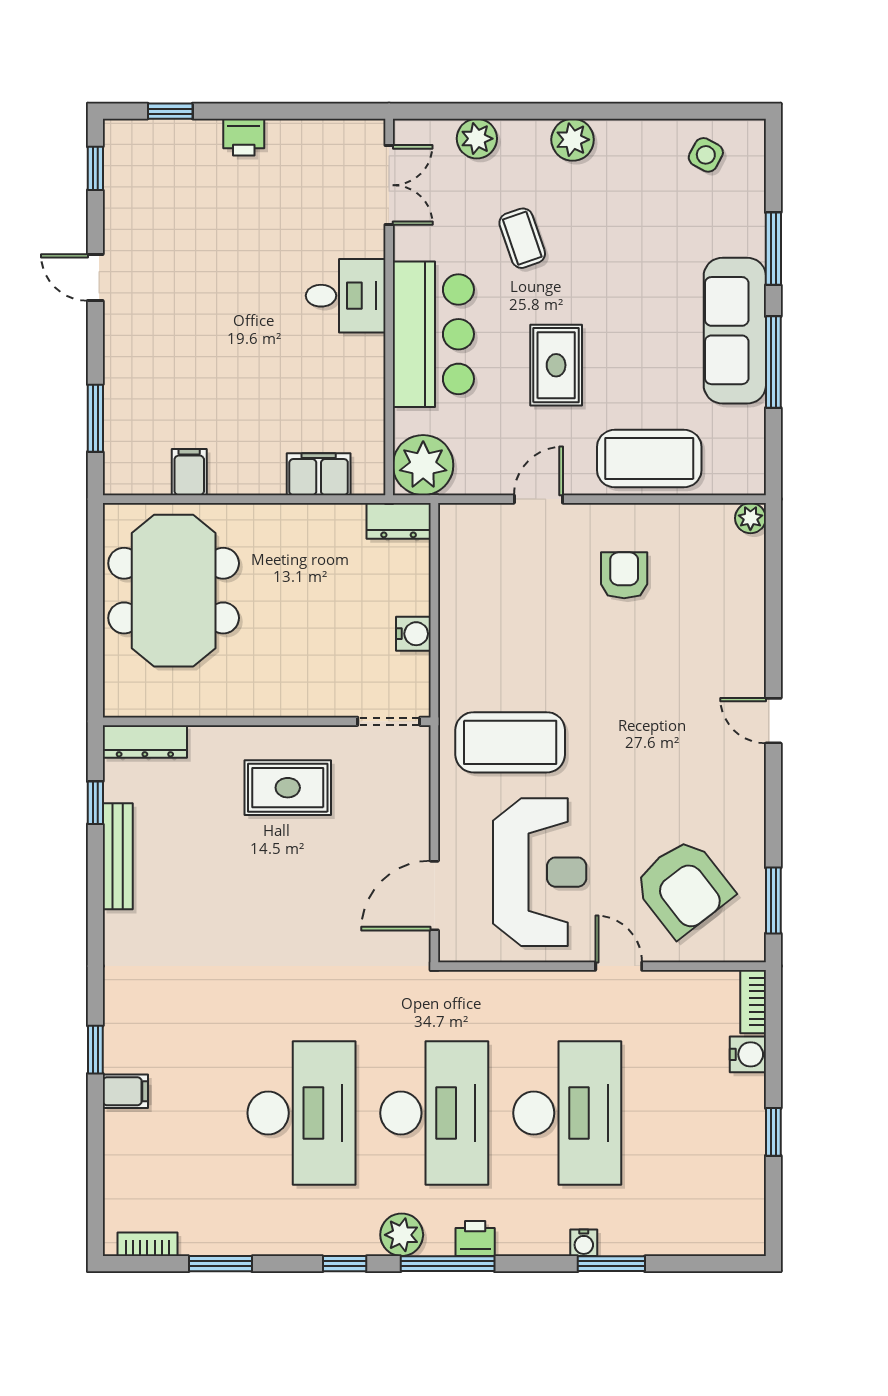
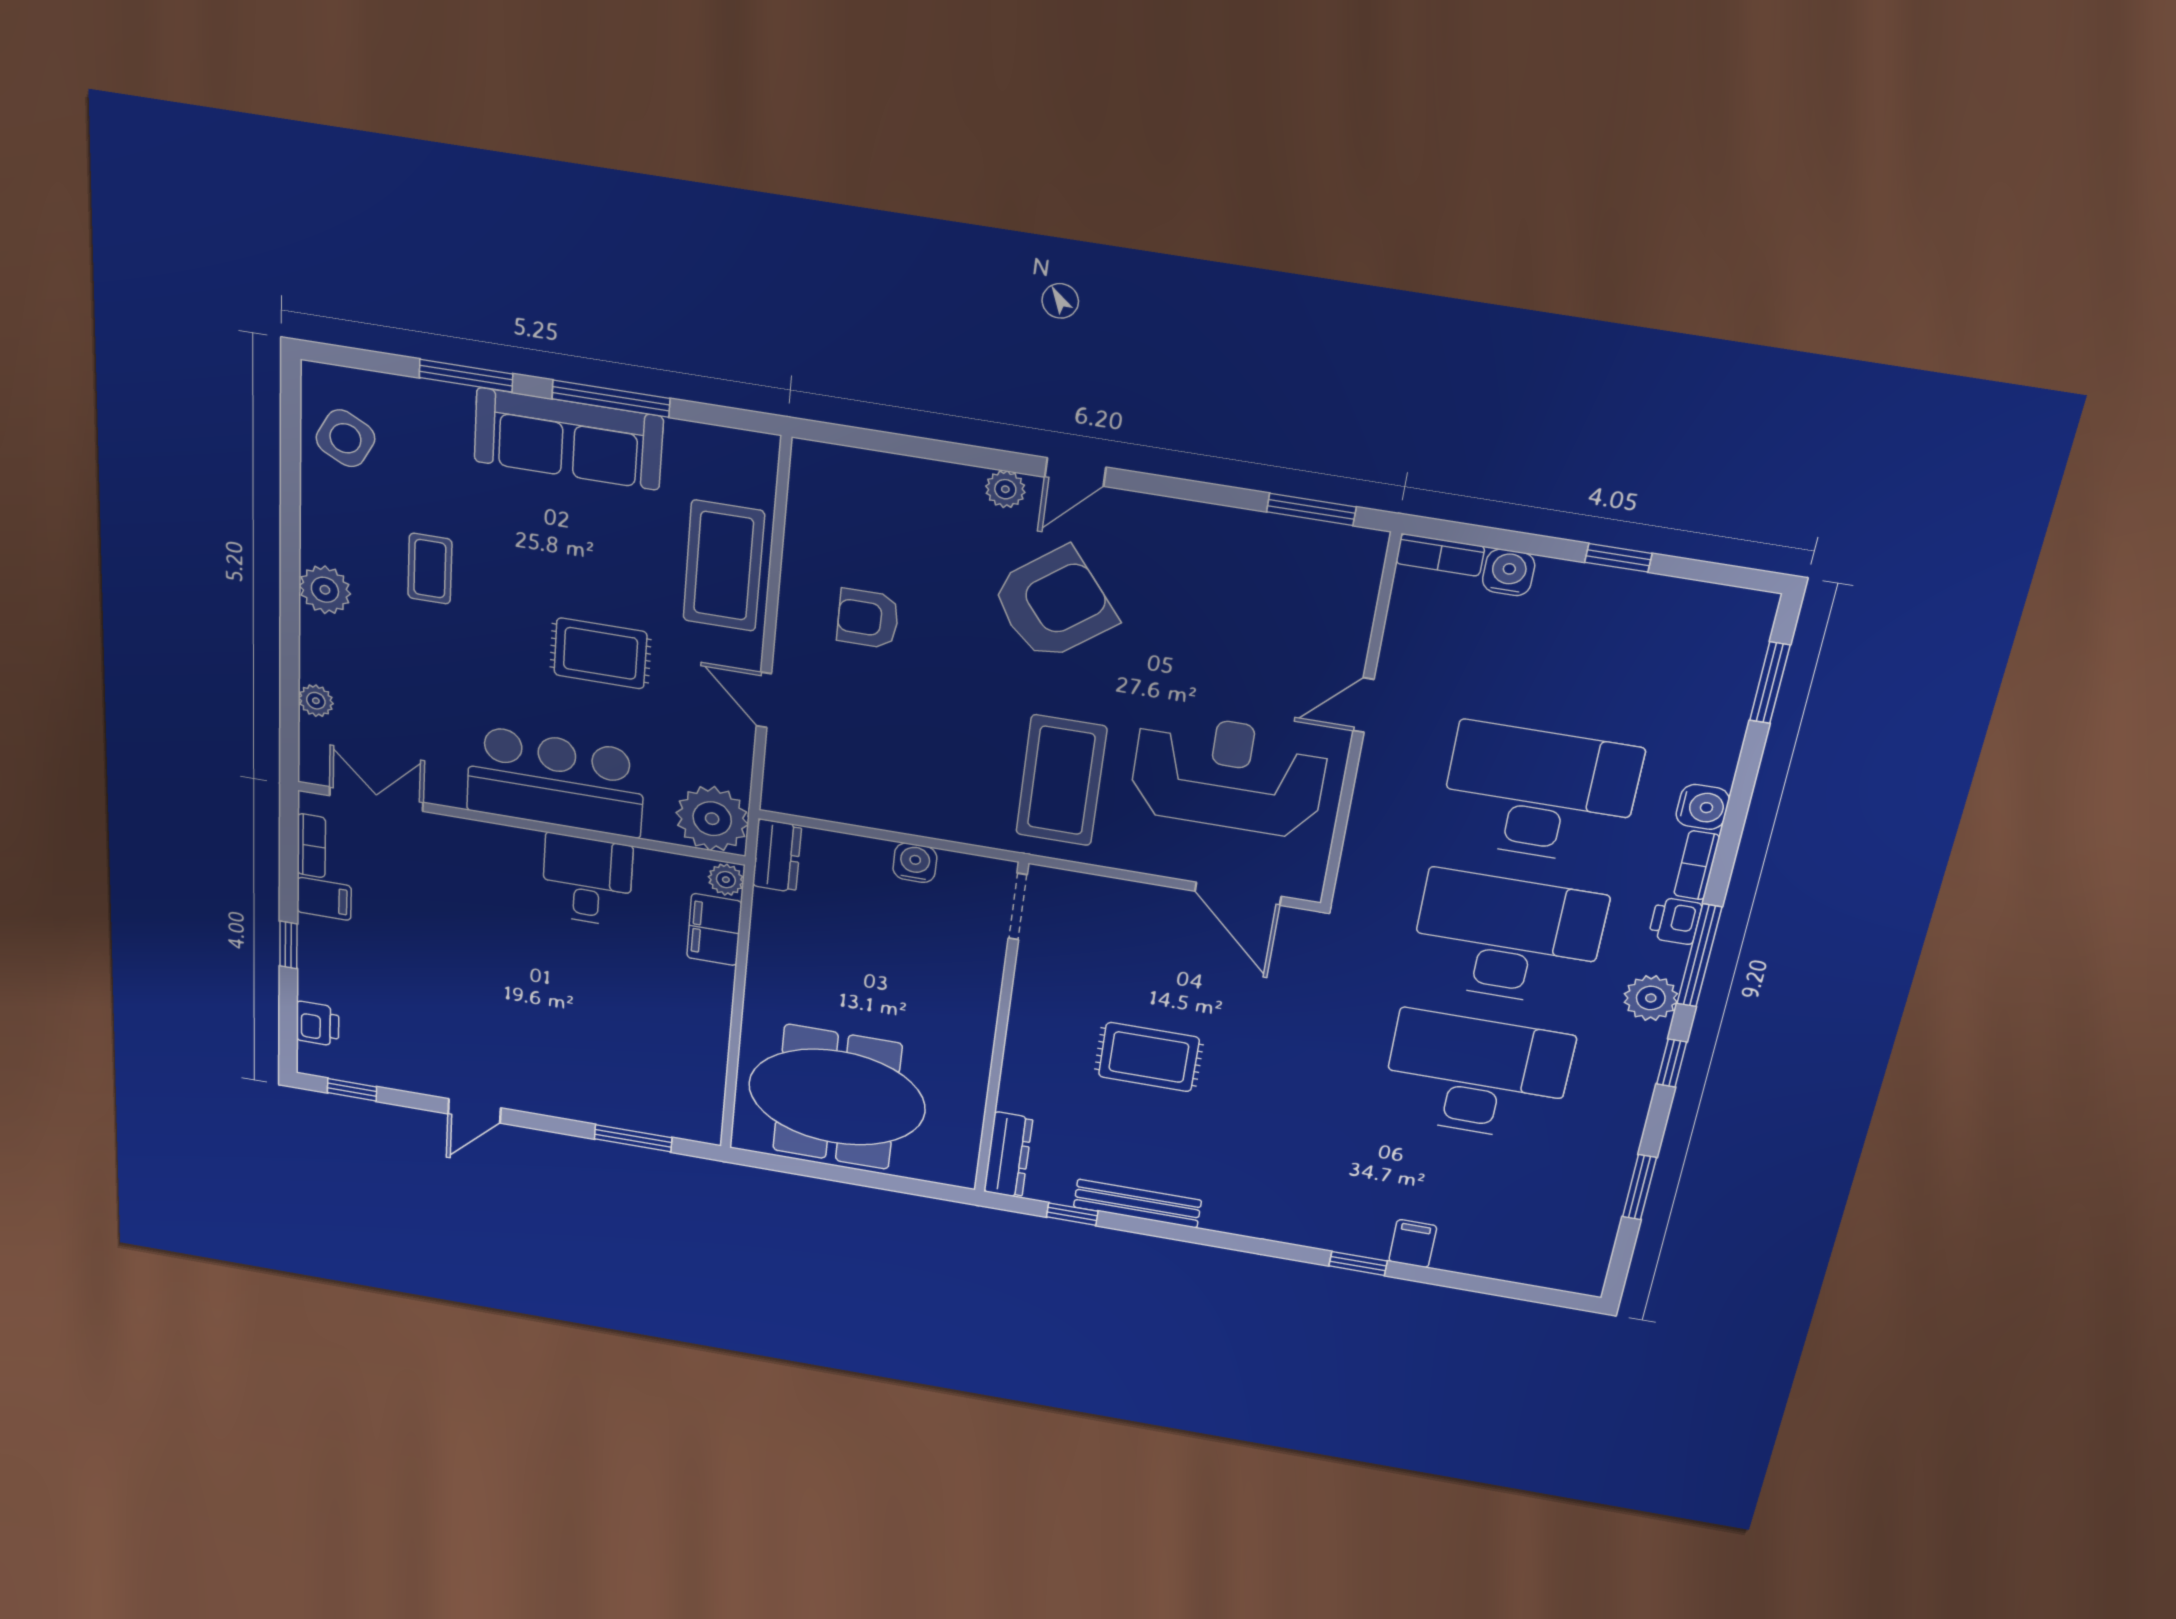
window: (170, 111) -> (288, 945), moved
bookcase: (334, 130) -> (311, 846), added
printer: (244, 137) -> (318, 1024), moved
plant: (477, 139) -> (316, 701), width x0.73, depth x0.73
side table: (706, 155) -> (345, 438), width x1.37, depth x1.37
coffee table: (522, 238) -> (430, 569), moved, turned -71
desk: (346, 296) -> (587, 880), moved
filing cabinet: (189, 472) -> (324, 899), moved, turned 180
plant: (368, 480) -> (726, 880), added
plant: (750, 518) -> (1005, 489), moved
rug: (288, 788) -> (1149, 1057), moved, turned 90
armchair: (683, 887) -> (1054, 604), moved
water cooler: (584, 1243) -> (1703, 807), width x1.38, depth x1.38
bookcase: (147, 1244) -> (1697, 865), moved
window: (611, 1264) -> (1770, 683), moved

